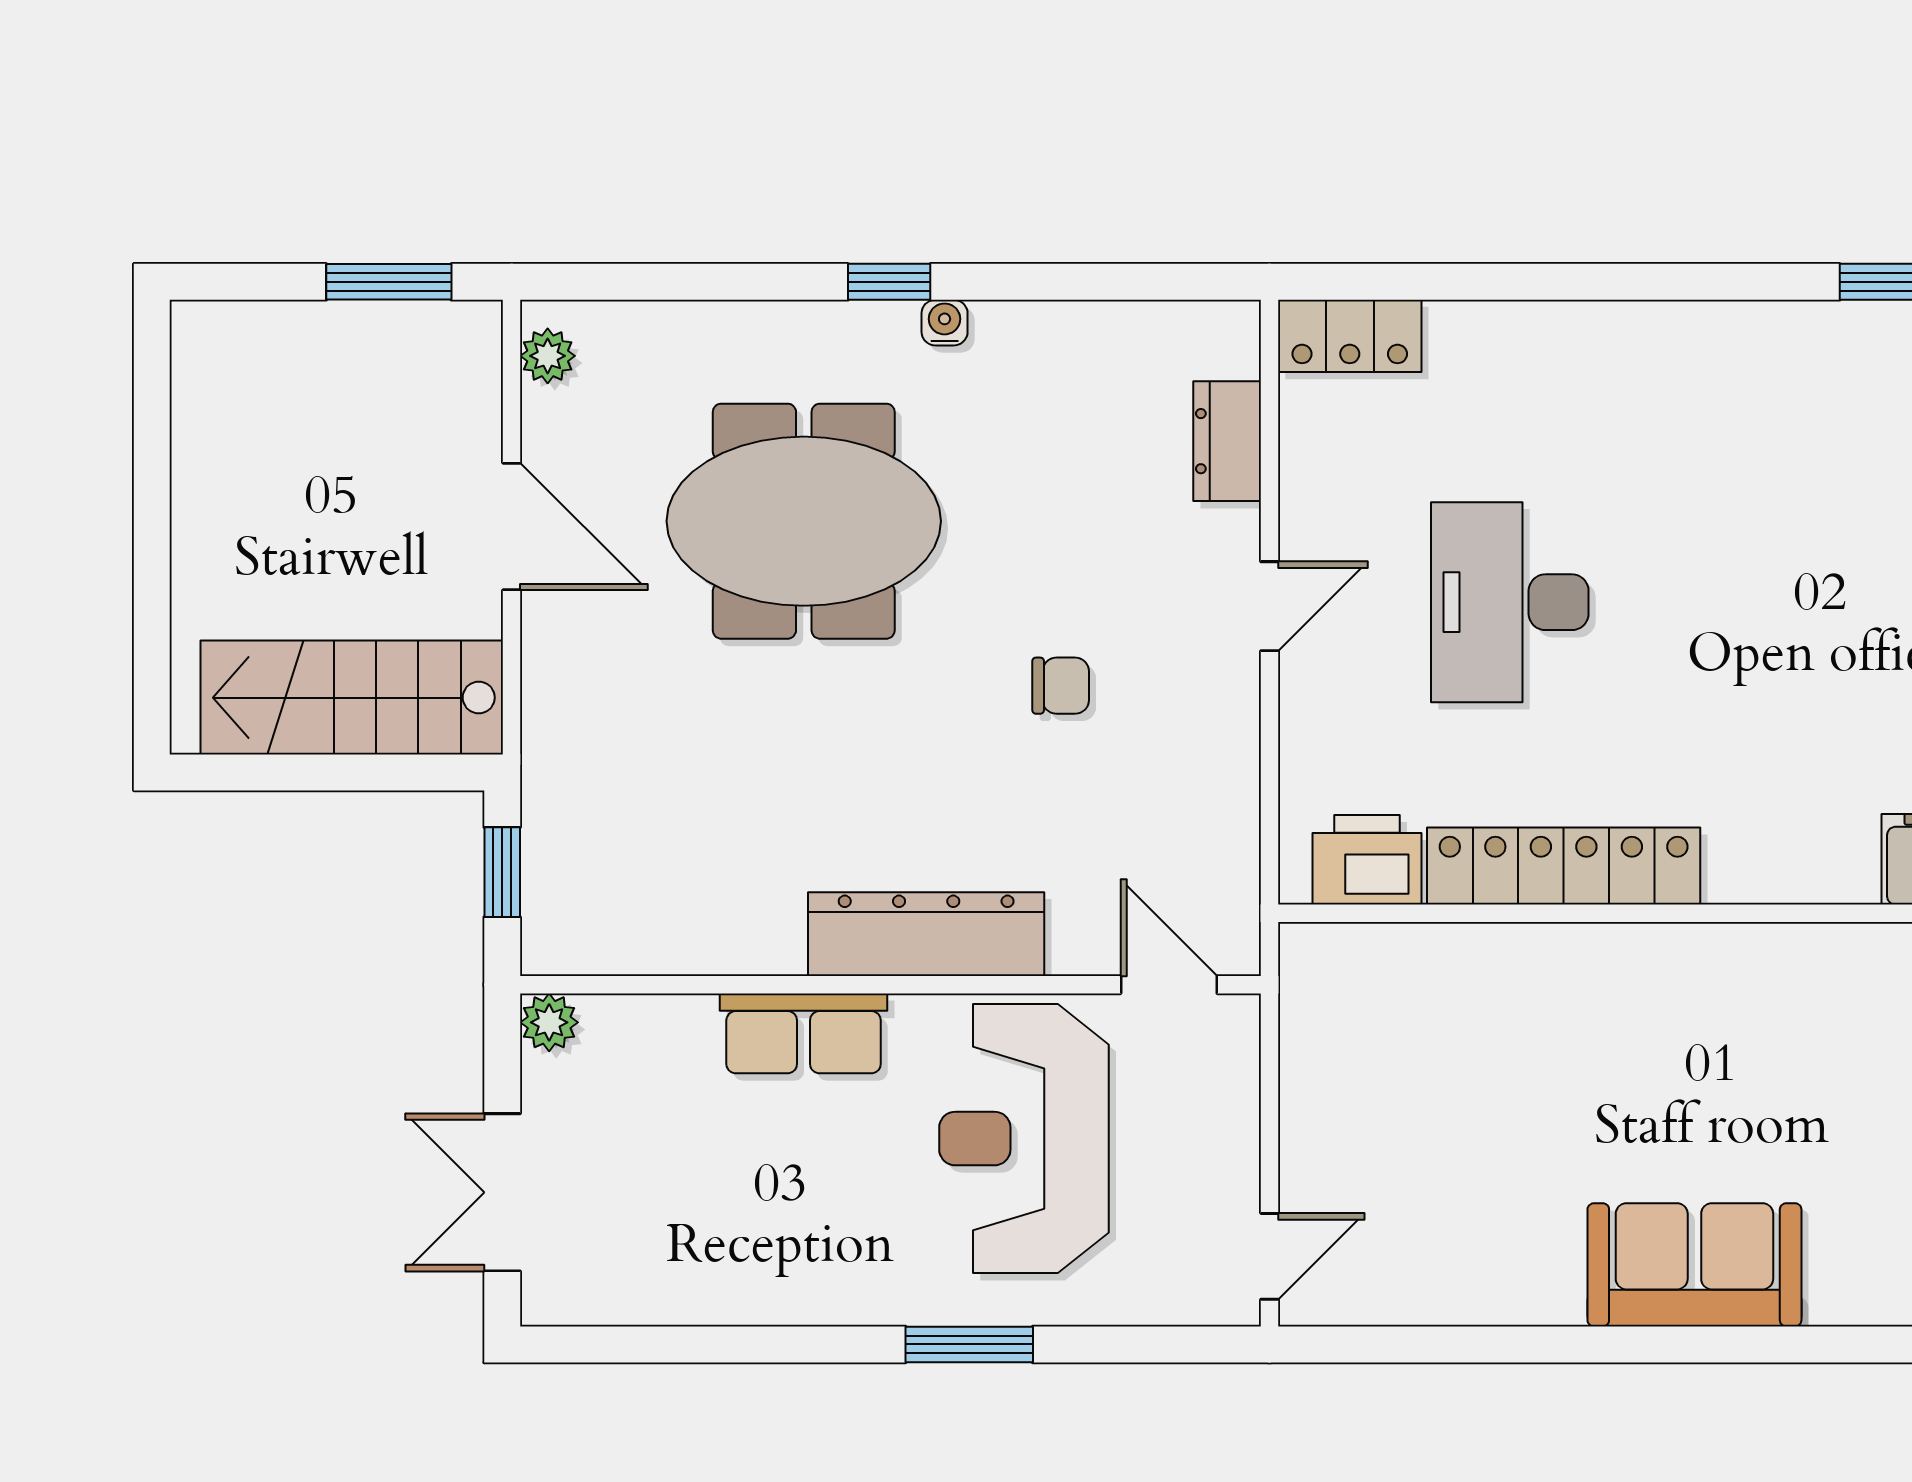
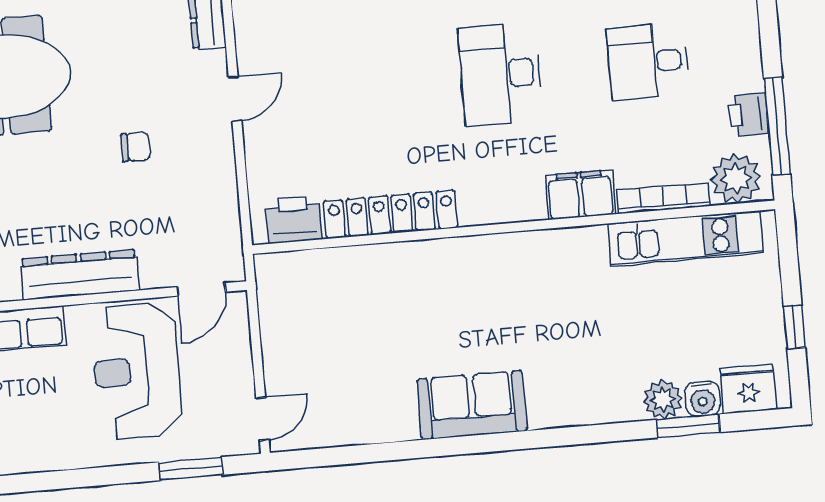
desk: (1510, 602) -> (500, 74), moved
door: (1169, 985) -> (201, 289), swing flipped
window: (969, 1344) -> (191, 469), moved

